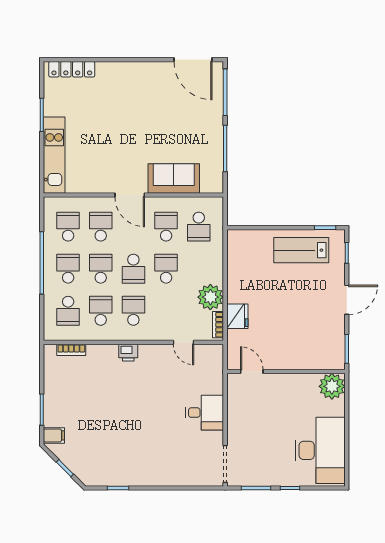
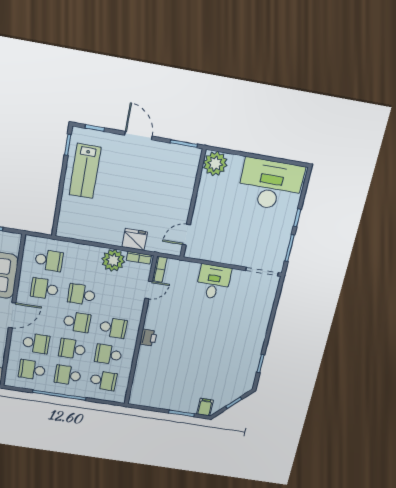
school desk: (101, 227) -> (36, 343), turned 180
school desk: (133, 311) -> (113, 328), turned 180
bookcase: (71, 350) -> (160, 269), moved

